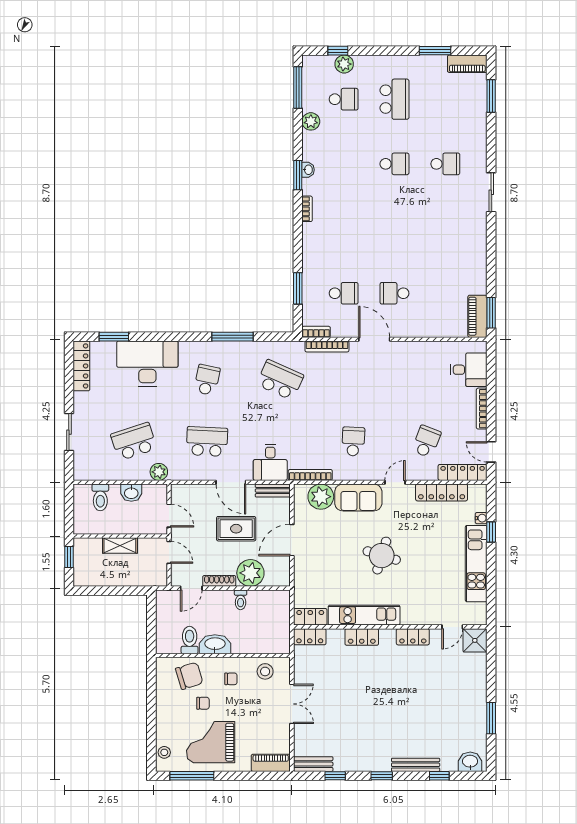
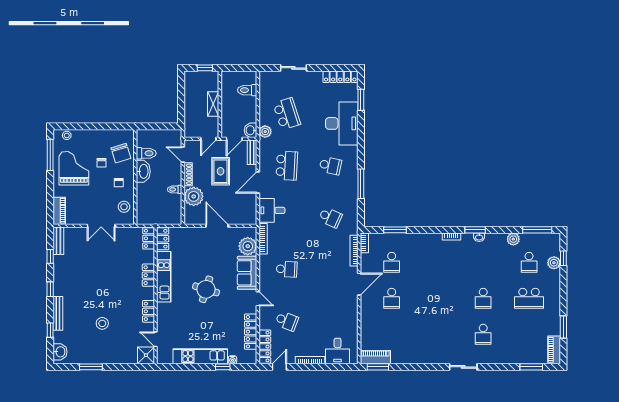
school desk: (394, 293) -> (392, 298), turned 180
school desk: (280, 380) -> (330, 217), width x0.54
bench: (273, 491) -> (252, 152), moved
washbasin: (131, 493) -> (251, 130), moved
rug: (236, 529) -> (221, 171), moved
stool: (430, 702) -> (102, 323), added

